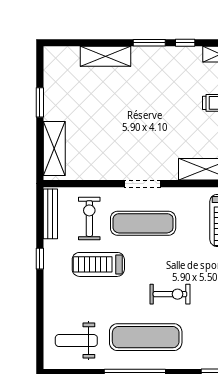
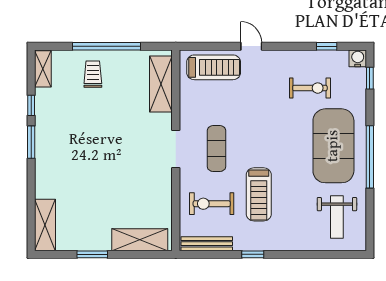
shelving: (105, 56) -> (45, 225), moved
exercise mat: (143, 223) -> (216, 149), width x0.73, depth x0.69
exercise bike: (170, 294) -> (310, 88), moved, turned 90
exercise mat: (146, 337) -> (333, 146), width x1.47

